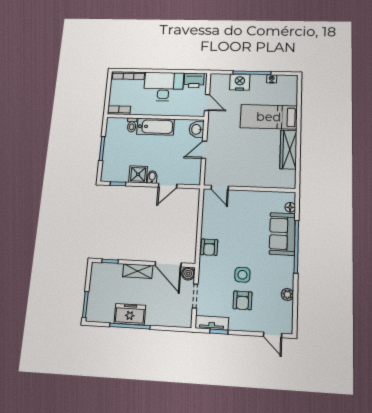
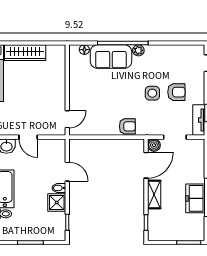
plant: (287, 295) -> (138, 50), moved

